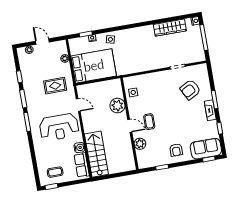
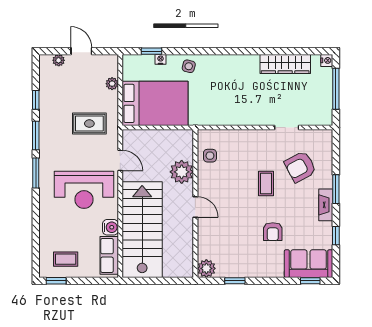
coffee table: (149, 122) -> (266, 184), moved
plant: (140, 144) -> (206, 268), moved
armchair: (176, 150) -> (273, 232), moved
stairs: (96, 154) -> (142, 230), width x1.36, depth x1.51

